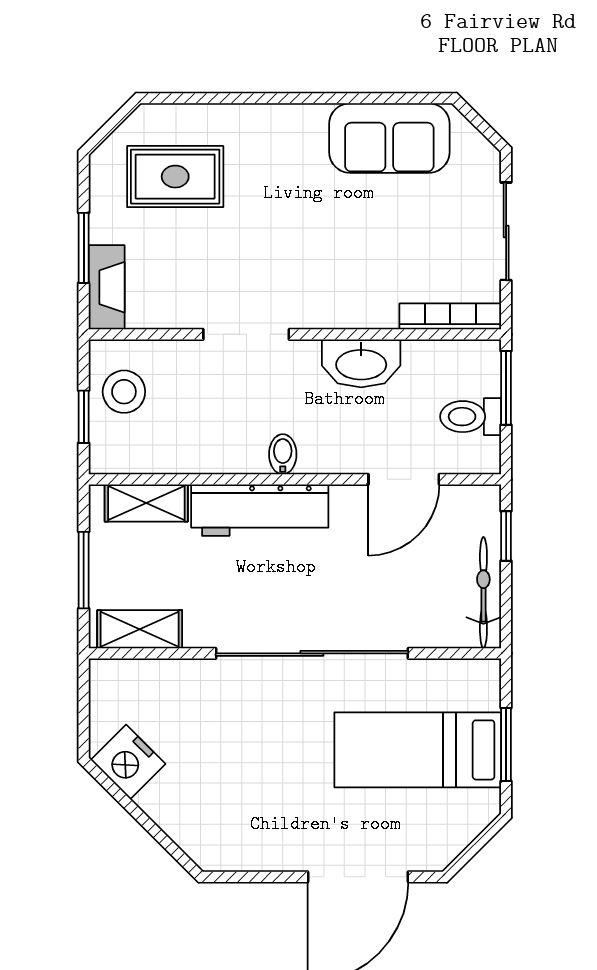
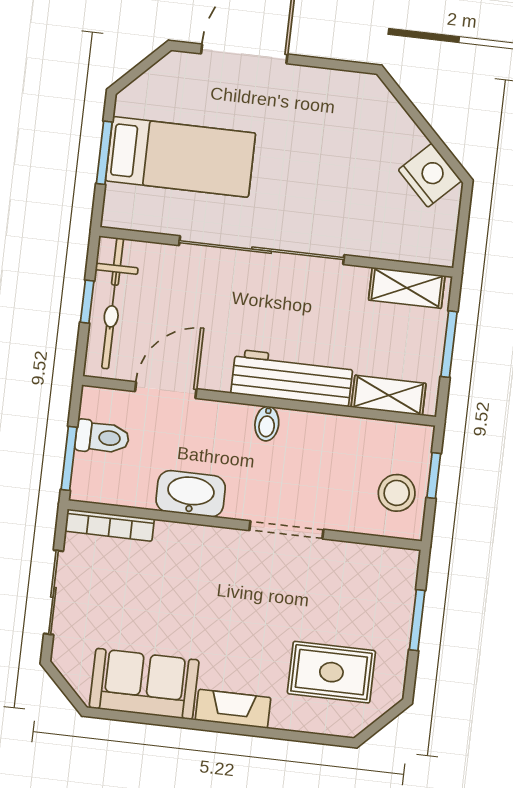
fireplace: (107, 287) -> (233, 709), moved, turned 90
window: (506, 536) -> (87, 302), moved
bicycle: (483, 593) -> (113, 303), width x1.37, depth x1.40

